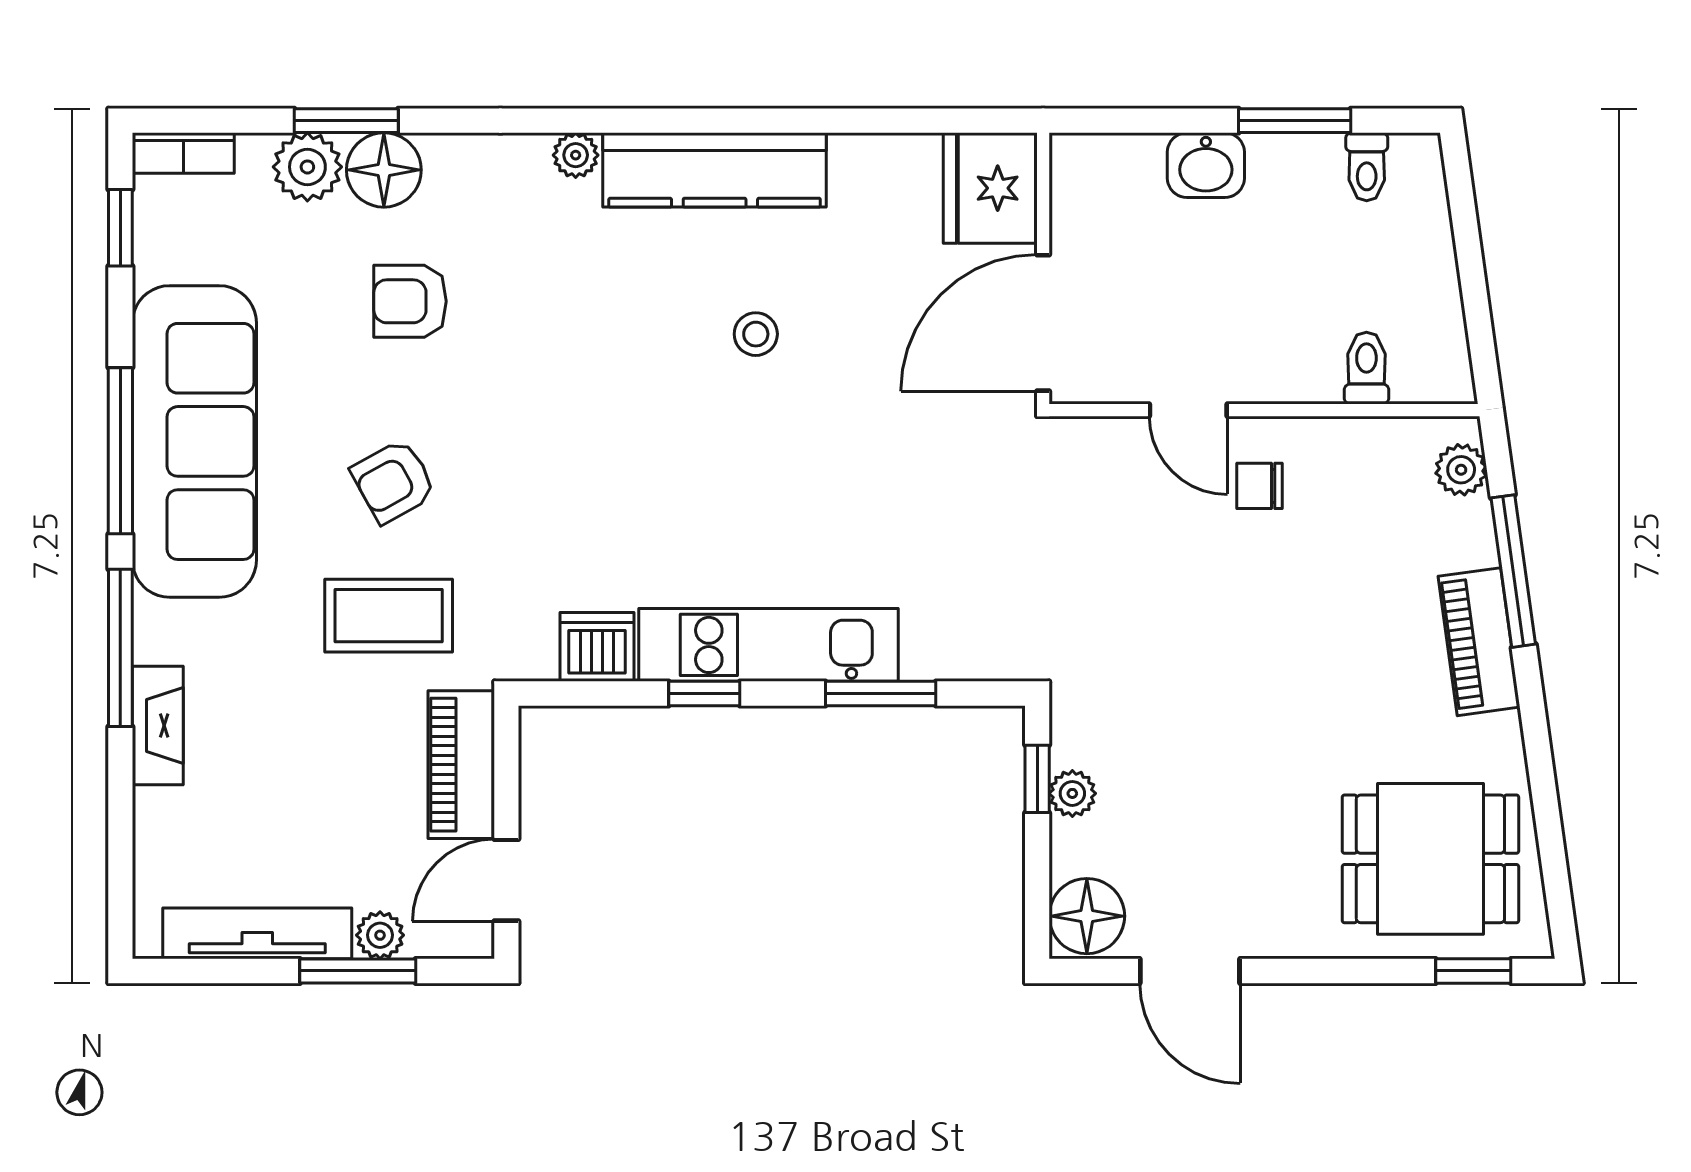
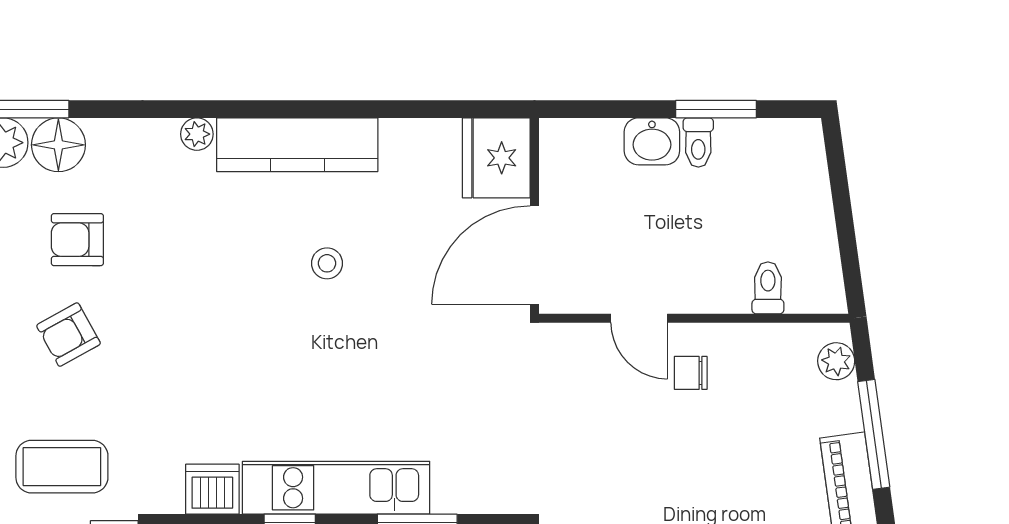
toilet: (1367, 167) -> (698, 142), moved
armchair: (393, 481) -> (69, 335), moved

